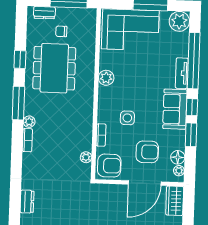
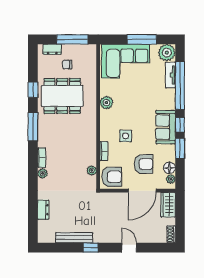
dining table: (54, 68) -> (62, 96), turned 90
tv unit: (182, 73) -> (170, 75), moved
plant: (29, 122) -> (43, 173), moved

